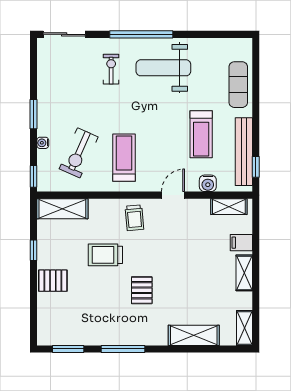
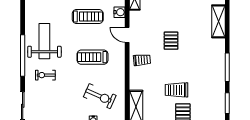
weight bench: (163, 68) -> (44, 41), turned 180
treadmill: (124, 158) -> (93, 57), moved
trolley: (105, 255) -> (176, 90), moved, turned 90
pallet: (142, 290) -> (171, 41), moved, turned 90

